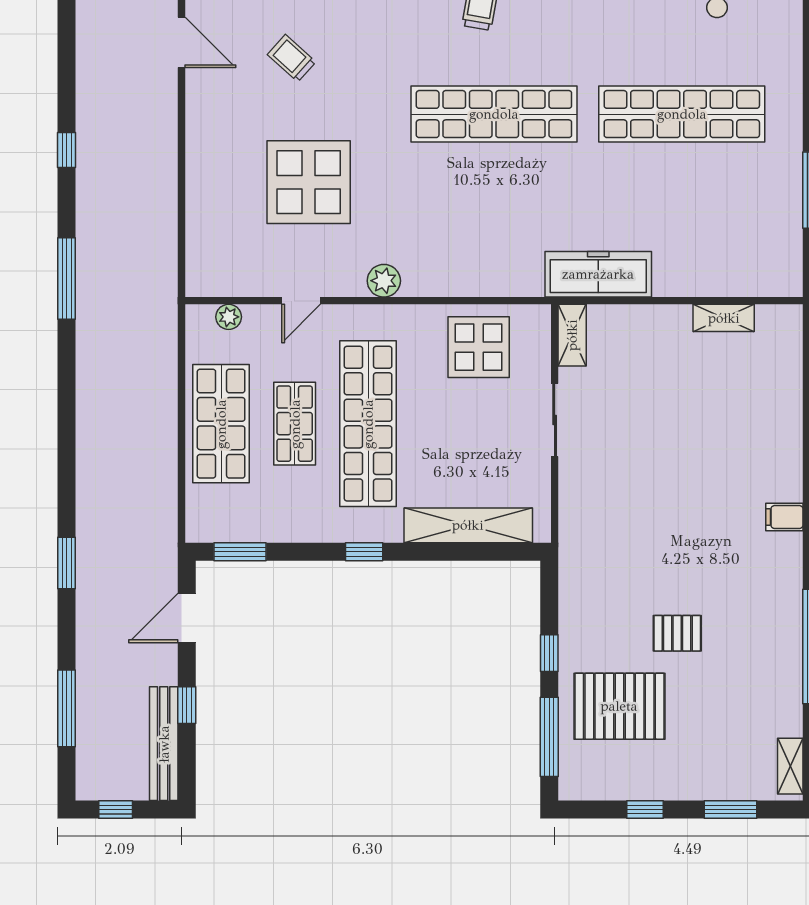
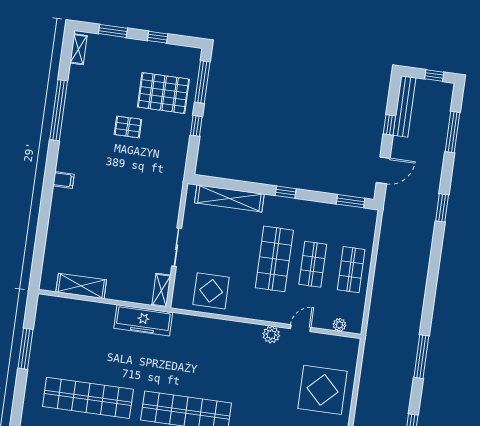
display table: (309, 182) -> (322, 390), moved
plant: (384, 281) -> (271, 335), moved
shelving: (724, 318) -> (81, 286), width x1.50, depth x1.33
shop shelf: (221, 424) -> (351, 270), width x0.70, depth x0.74
shop shelf: (368, 424) -> (274, 259), width x0.71

